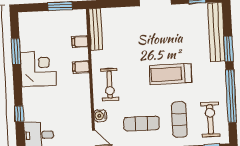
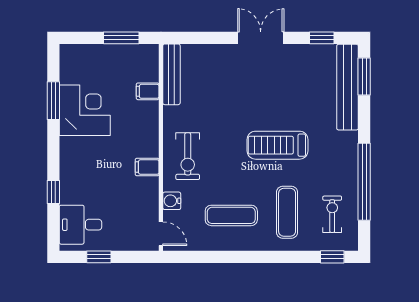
window: (229, 49) -> (364, 76), moved
filing cabinet: (81, 67) -> (147, 167), moved
corner desk: (38, 69) -> (85, 110), moved
exercise bike: (210, 119) -> (332, 214), width x0.73, depth x0.72

